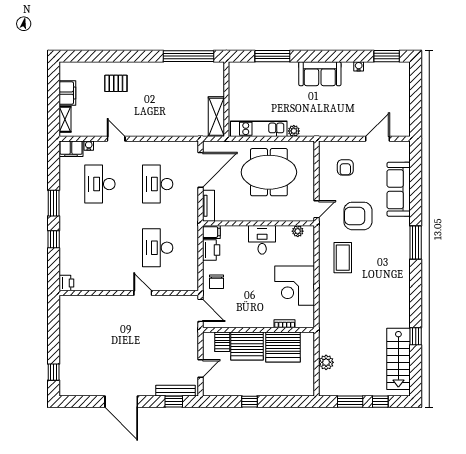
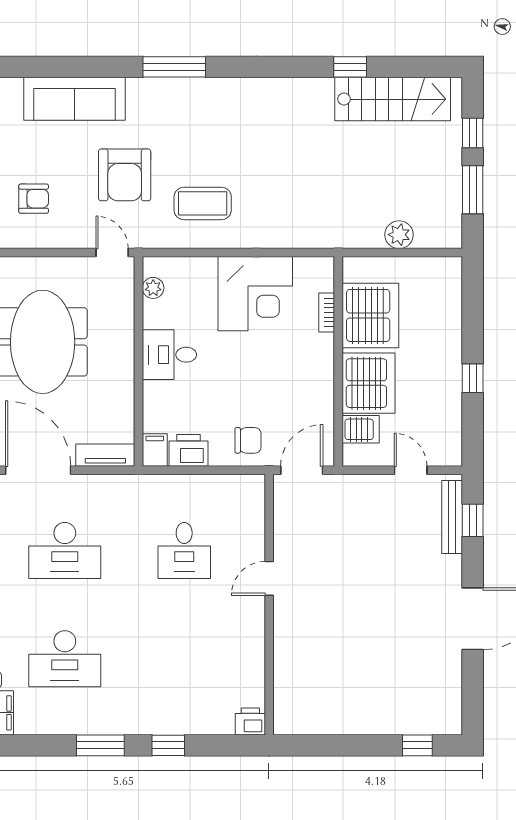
desk: (158, 248) -> (184, 550), width x0.73

